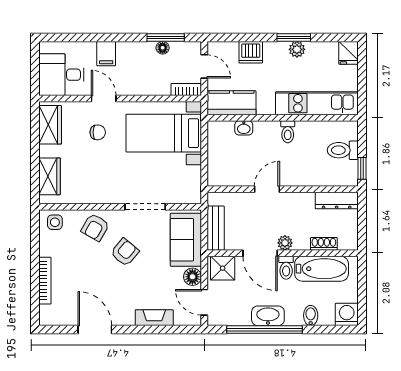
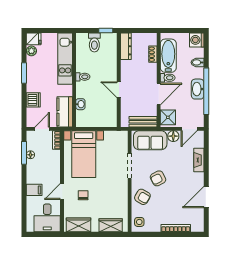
plant: (297, 49) -> (31, 51), moved
plant: (285, 243) -> (152, 78), removed
armchair: (125, 252) -> (158, 178), turned -67

